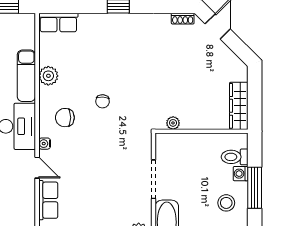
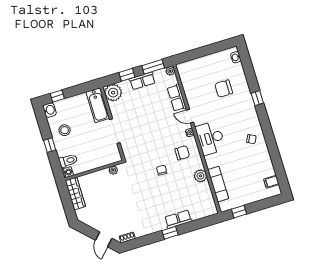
row of seats: (58, 23) -> (178, 219), moved
exam couch: (26, 76) -> (218, 184), moved
washing machine: (241, 174) -> (68, 172), moved
window: (255, 188) -> (50, 145), width x0.46

